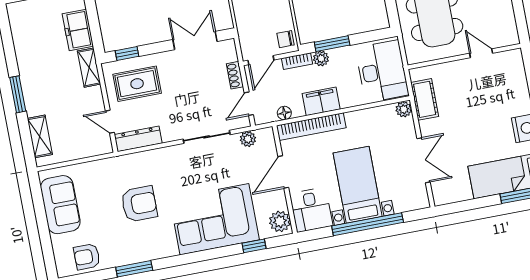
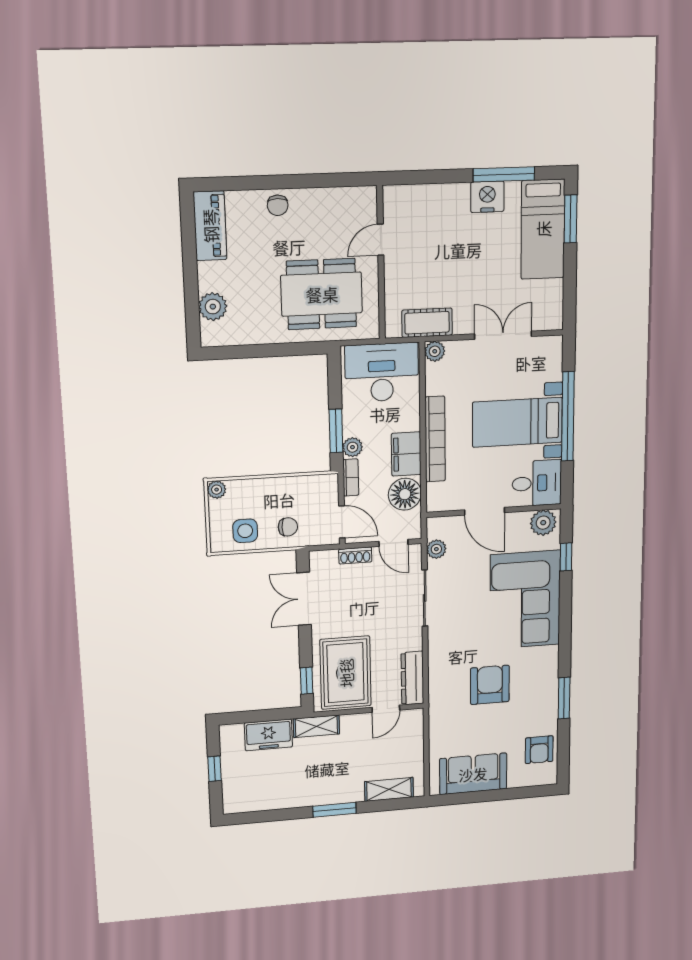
chair: (286, 39) -> (288, 527), moved, turned -90
rug: (137, 84) -> (346, 673), width x1.36, depth x1.43
floor lamp: (284, 113) -> (405, 494), width x1.89, depth x1.89
bookcase: (311, 127) -> (435, 439), moved

